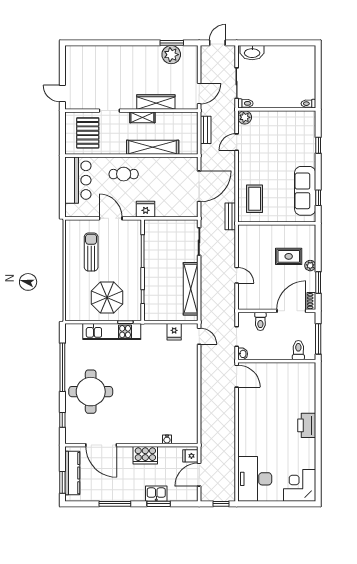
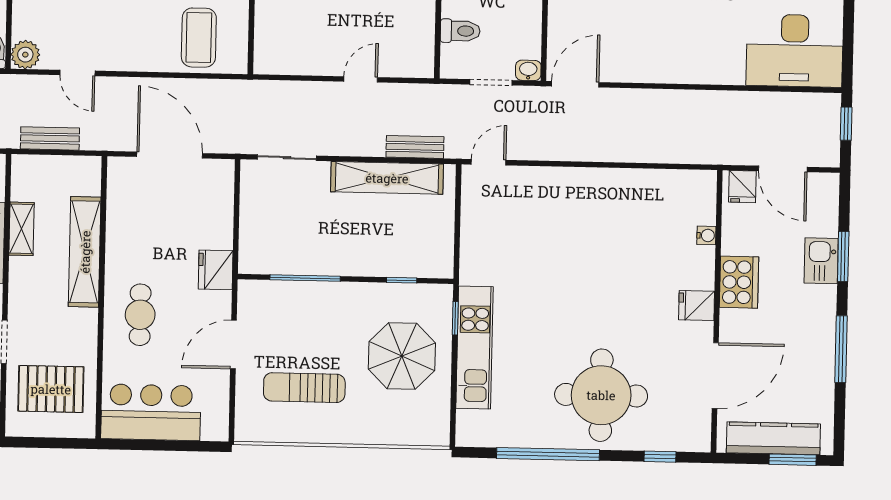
shelving: (142, 117) -> (21, 229), moved
coffee table: (255, 199) -> (199, 38), turned 90
bench: (230, 216) -> (415, 147), moved
fridge: (174, 332) -> (697, 306), moved, turned 180

